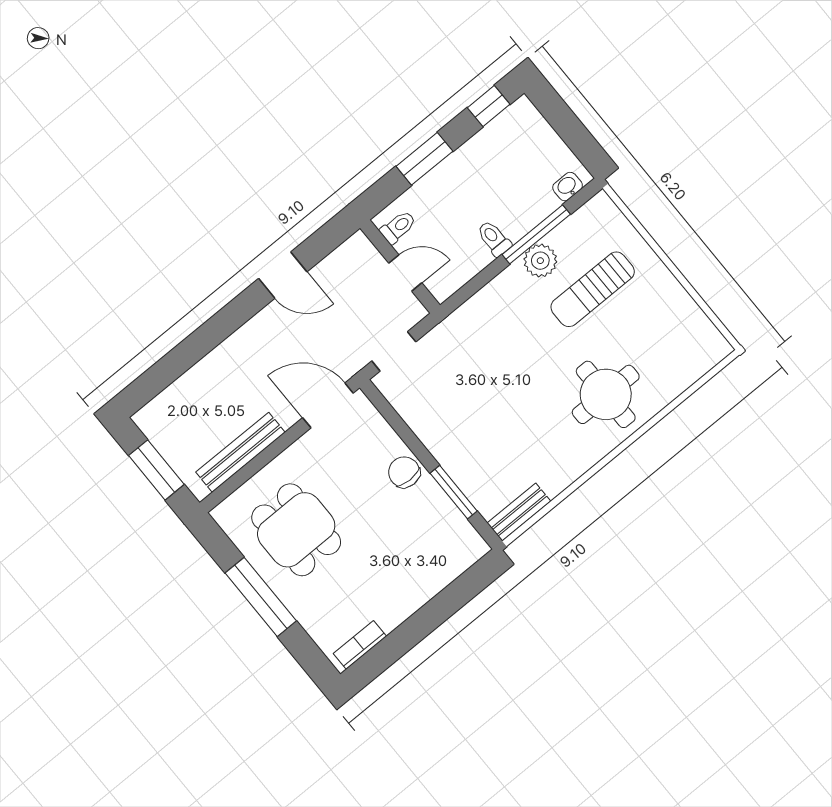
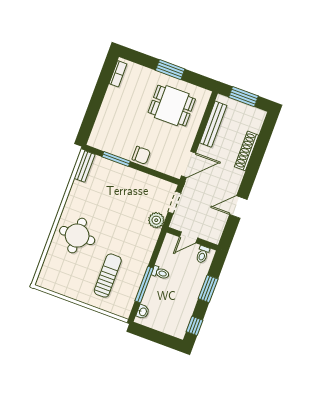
plant: (540, 261) -> (156, 220), moved
shoe rack: (208, 368) -> (247, 151), added
window: (261, 597) -> (170, 70), width x0.69

